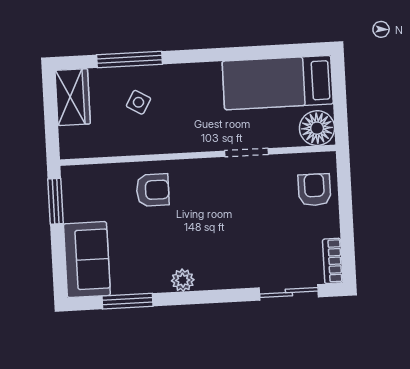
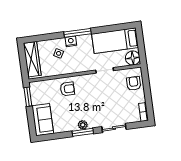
window: (129, 59) -> (78, 33), moved
nightstand: (171, 75) -> (71, 41), added
wardrobe: (73, 97) -> (32, 59), width x1.50
sliding door: (289, 292) -> (114, 128), moved
window: (128, 301) -> (83, 132), moved

